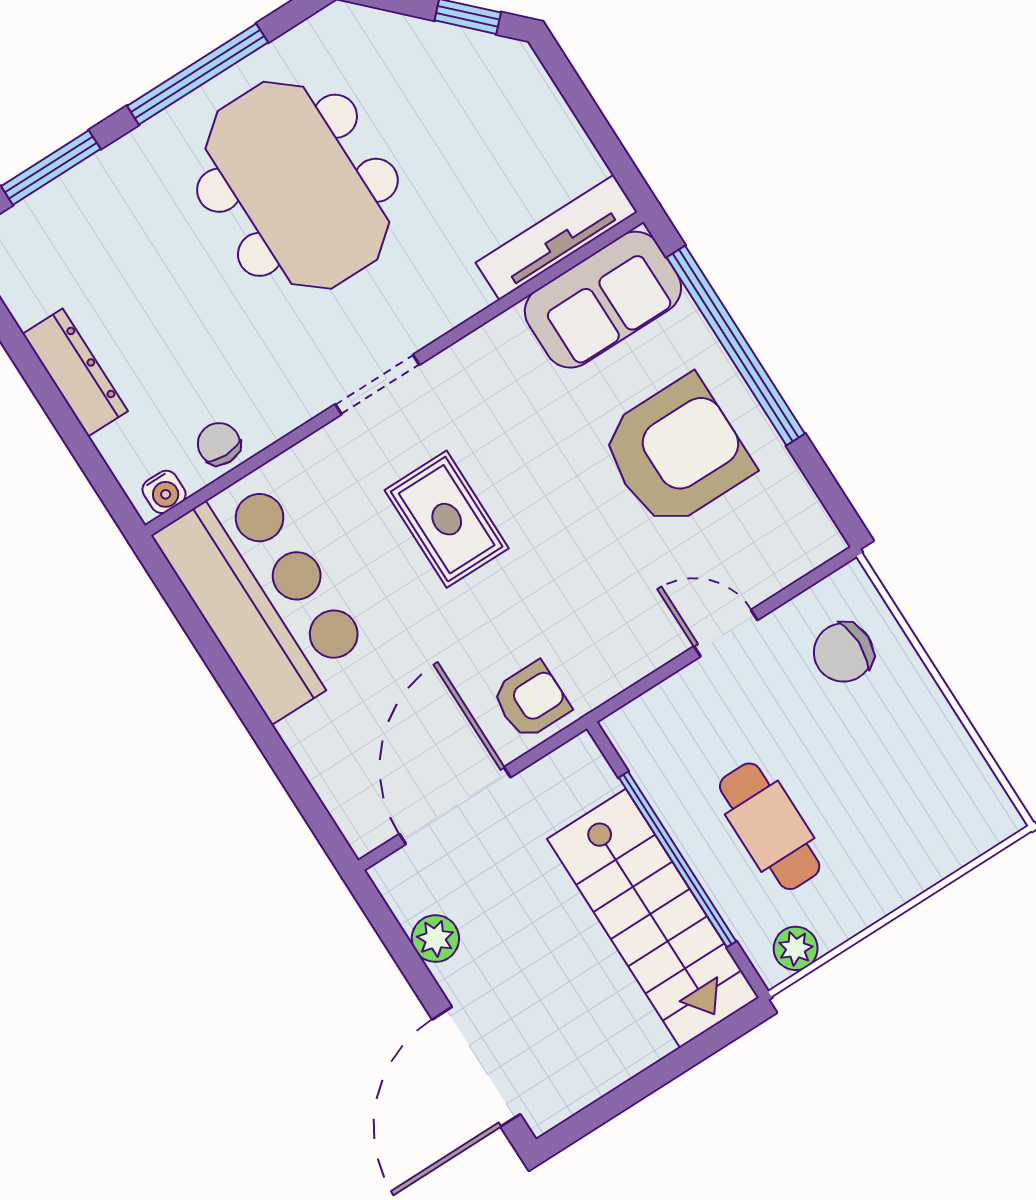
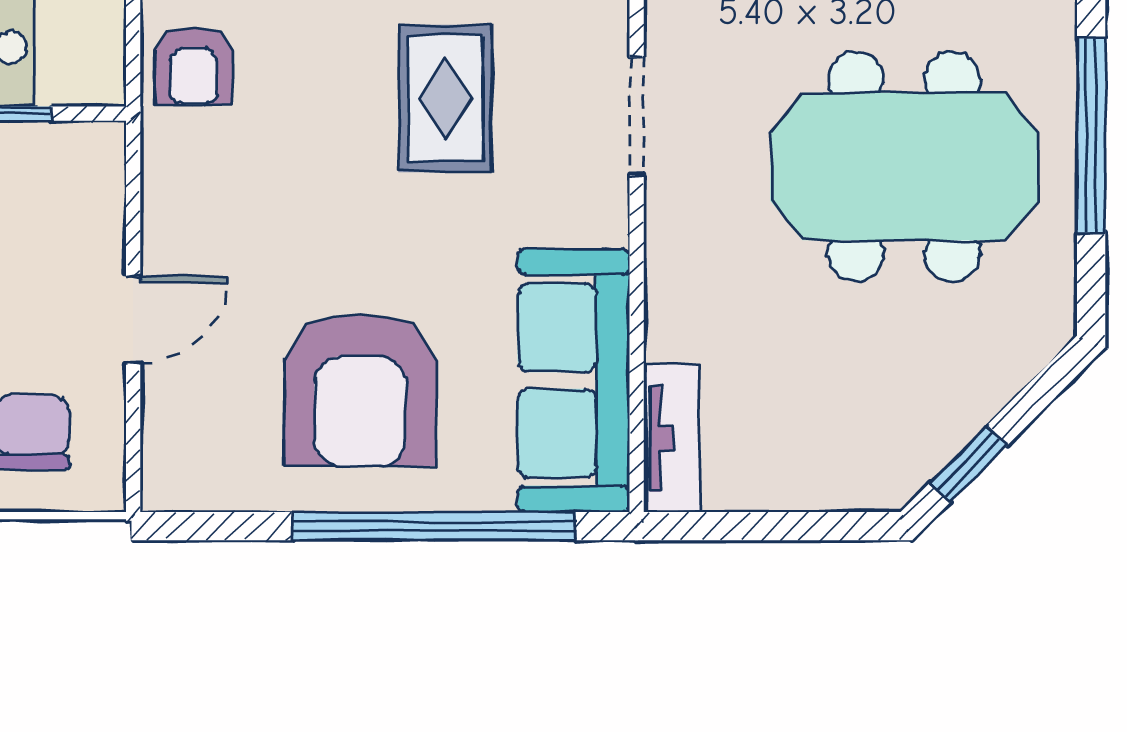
tv unit: (557, 237) -> (672, 438), width x0.71
sofa: (603, 300) -> (574, 381), width x1.36
rug: (447, 519) -> (445, 99), turned 90

